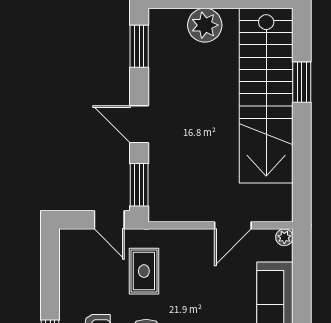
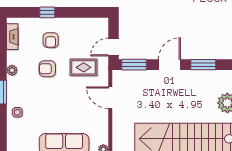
window: (139, 46) -> (203, 65), moved
door: (233, 225) -> (110, 98), moved

